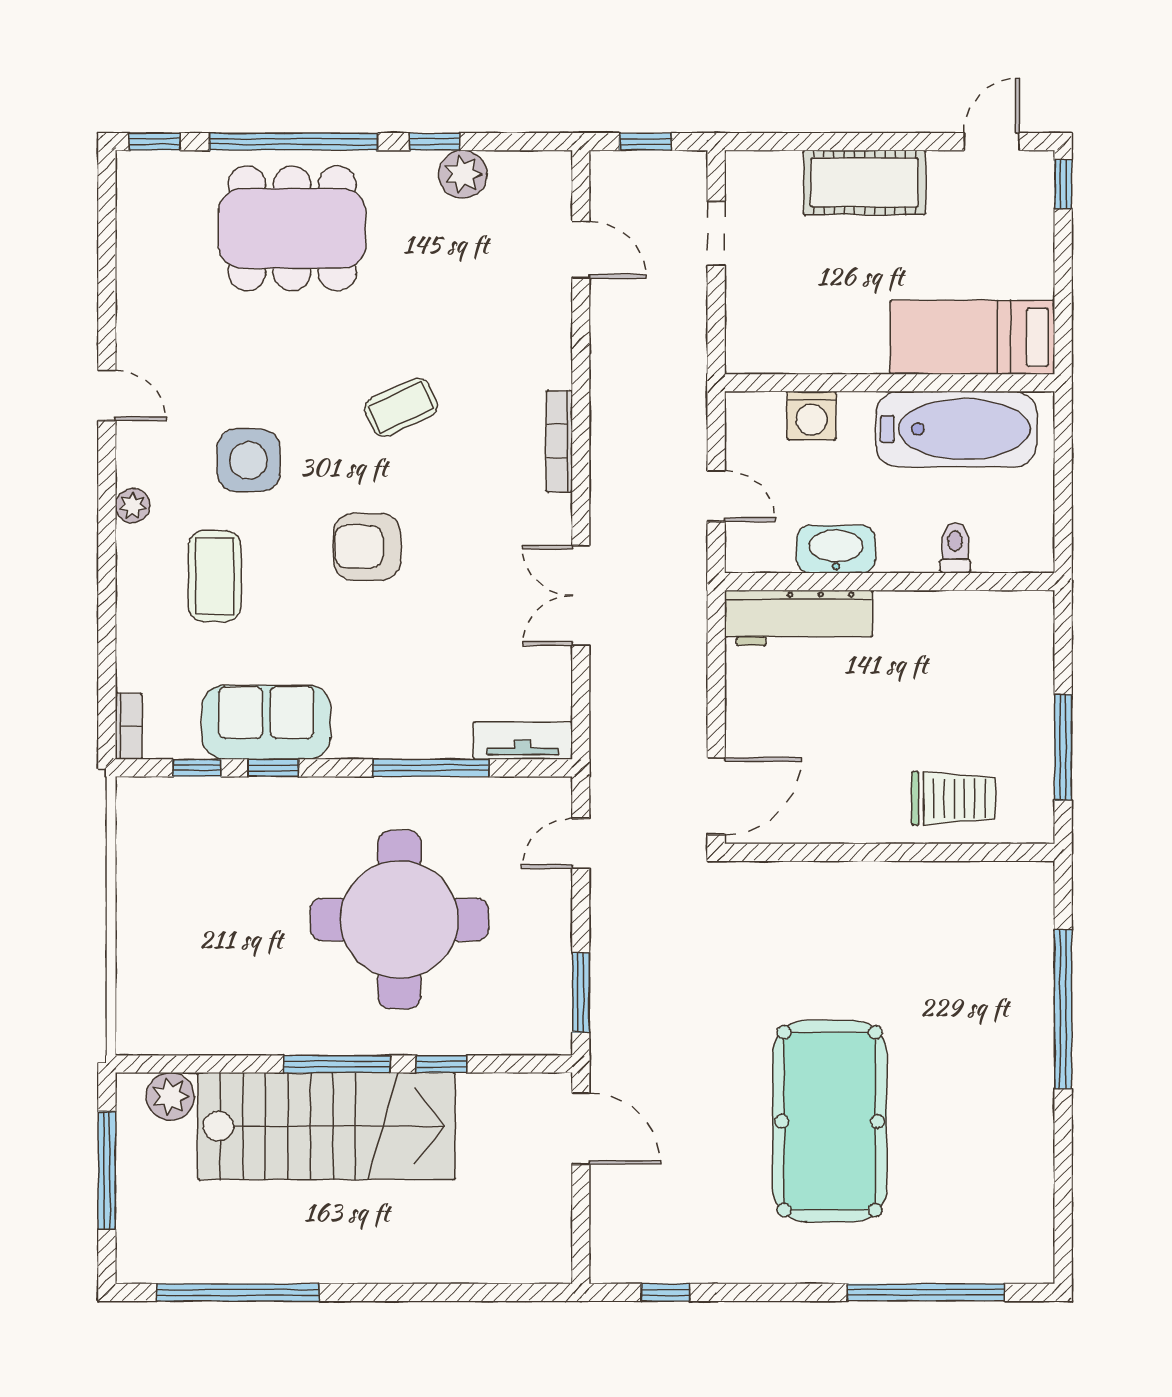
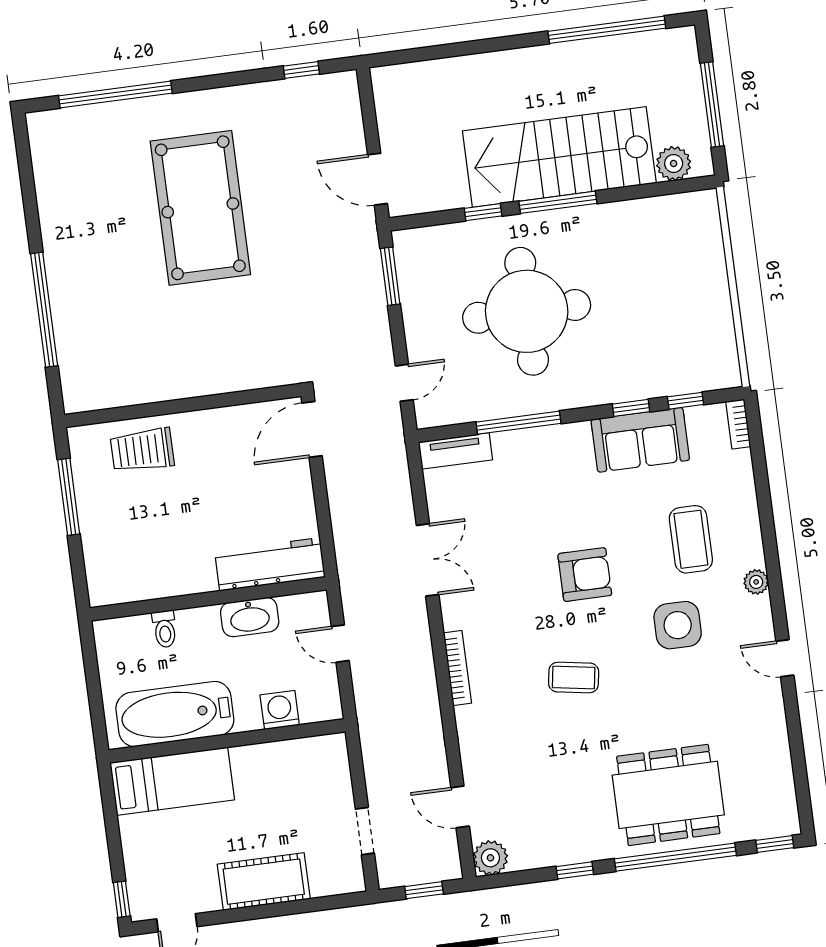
plant: (463, 174) -> (490, 858), moved
coffee table: (401, 407) -> (574, 677), turned 34

